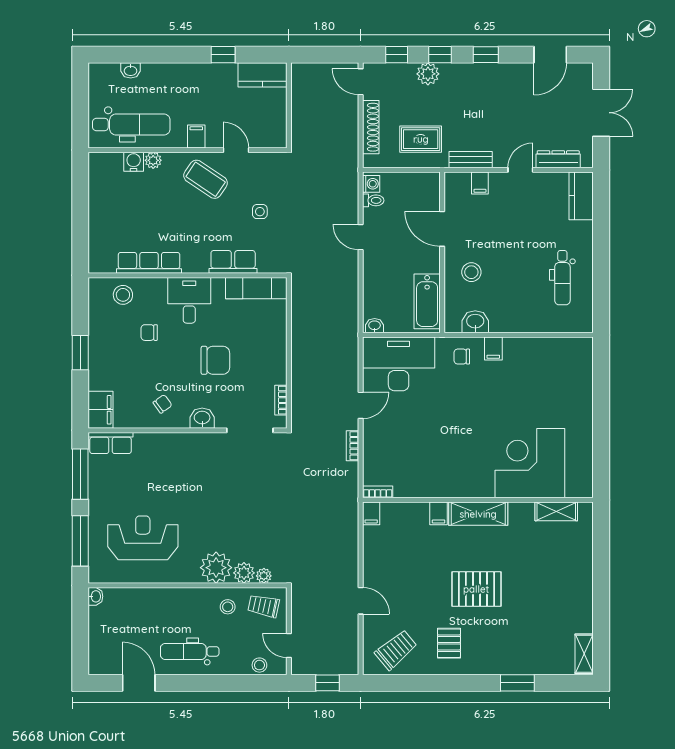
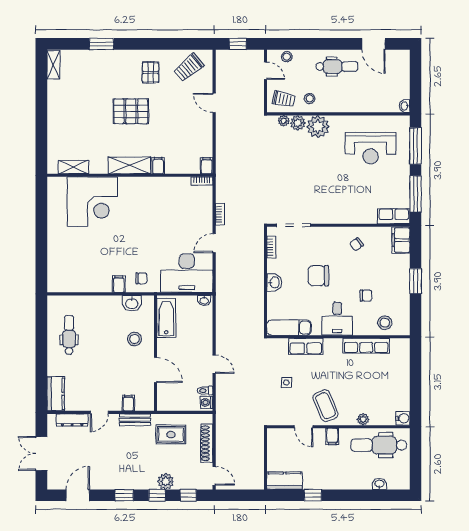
water cooler: (134, 162) -> (403, 418), moved, turned -90
coffee table: (206, 179) -> (325, 406), turned 33
washbasin: (202, 418) -> (274, 282), moved, turned -90

